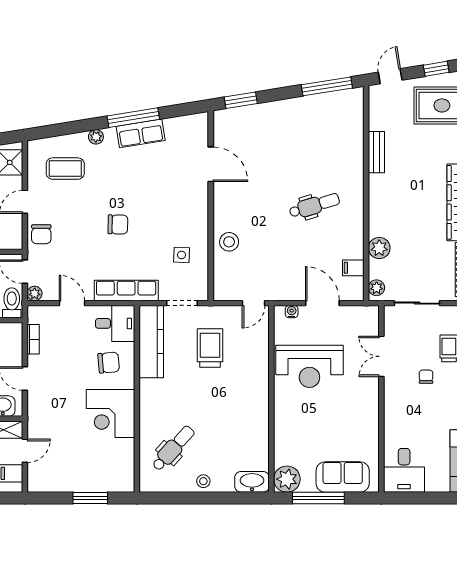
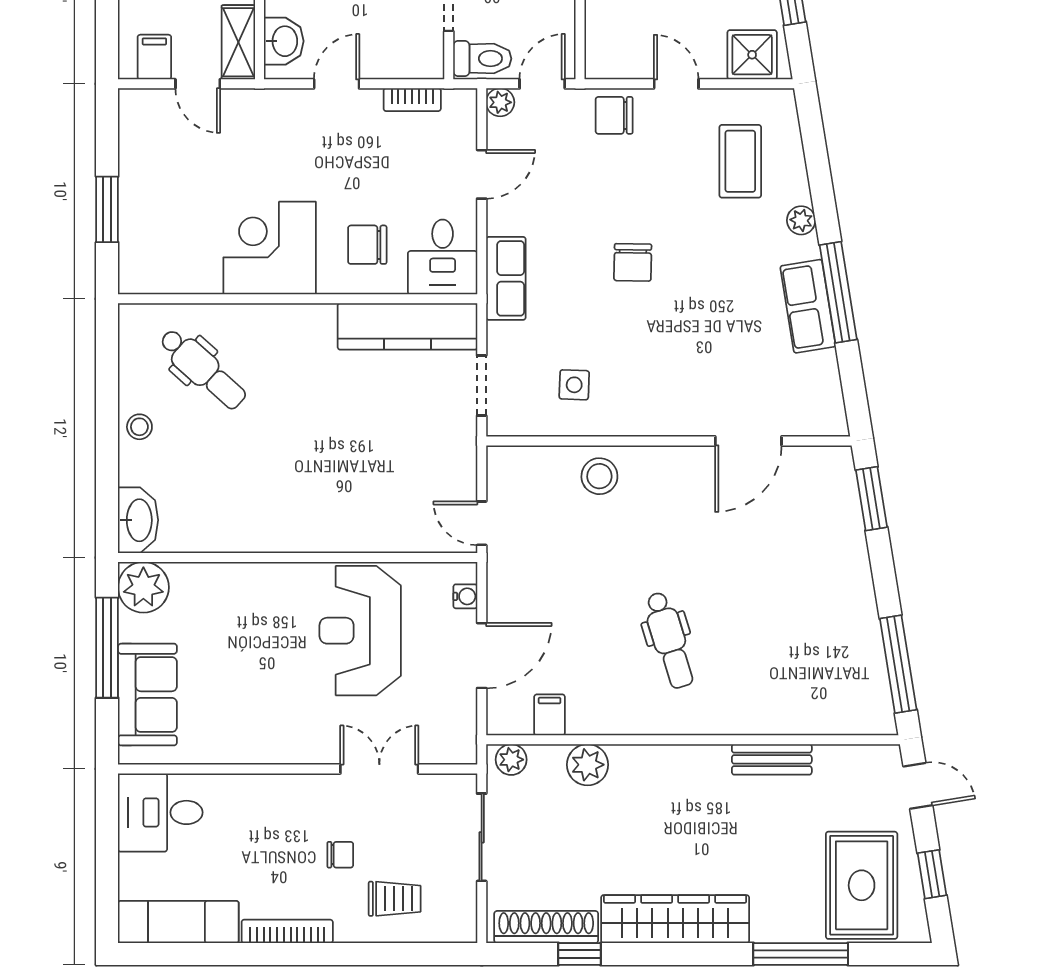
row of seats: (126, 291) -> (506, 278), width x0.68
trolley: (210, 348) -> (395, 439), removed
chair: (109, 363) -> (367, 245), turned 95

